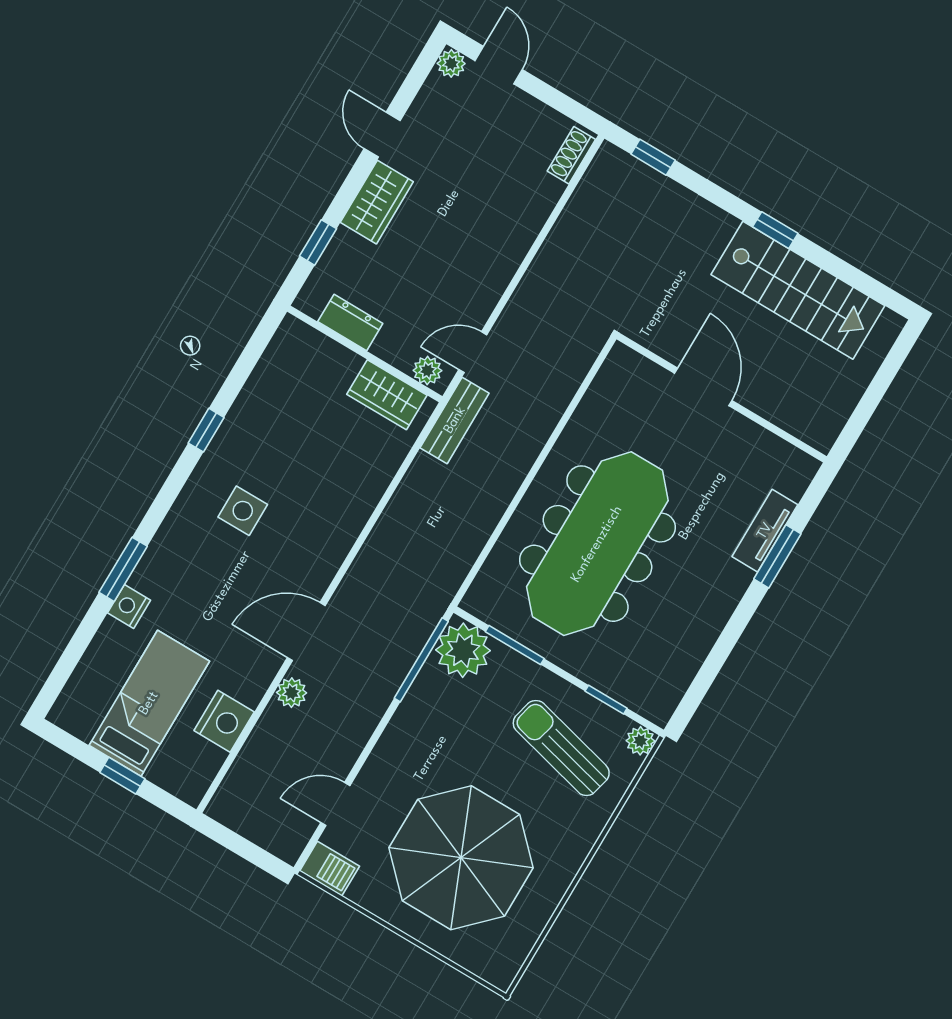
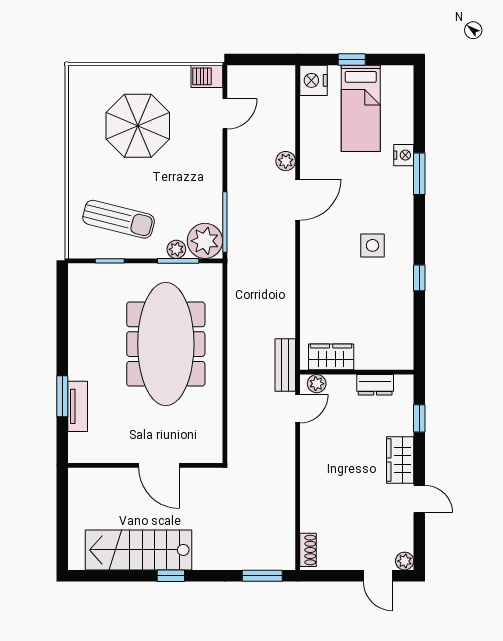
window: (653, 157) -> (262, 576), width x1.50
nightstand: (224, 721) -> (314, 80), moved
plant: (640, 741) -> (176, 249), moved
parasol: (461, 858) -> (138, 126), width x0.73, depth x0.73

